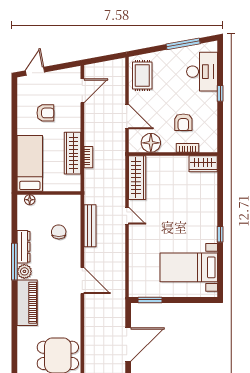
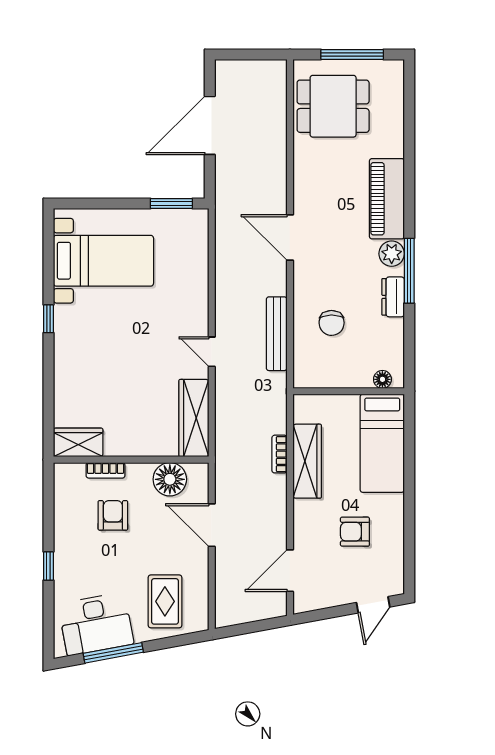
desk: (202, 72) -> (96, 624), moved, turned -100
rug: (142, 76) -> (165, 601), moved
dresser: (24, 247) -> (393, 297), width x0.70

